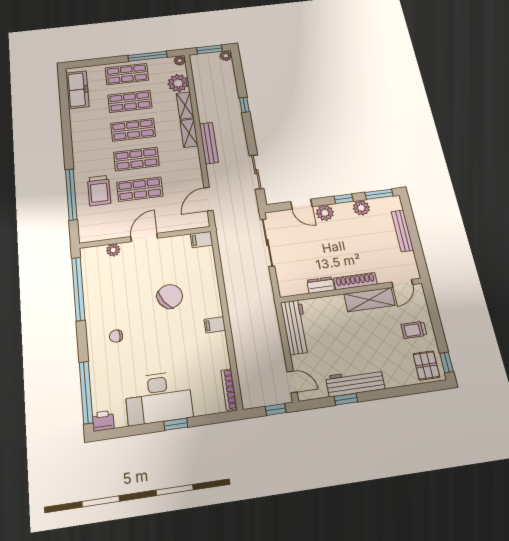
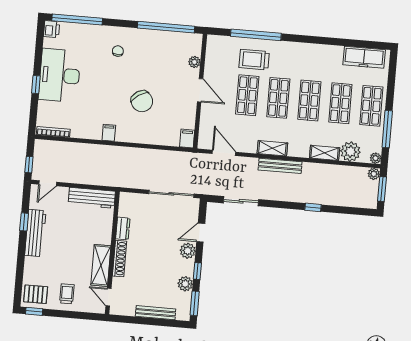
plant: (226, 56) -> (374, 174), moved
shelving: (189, 133) -> (272, 148), moved

